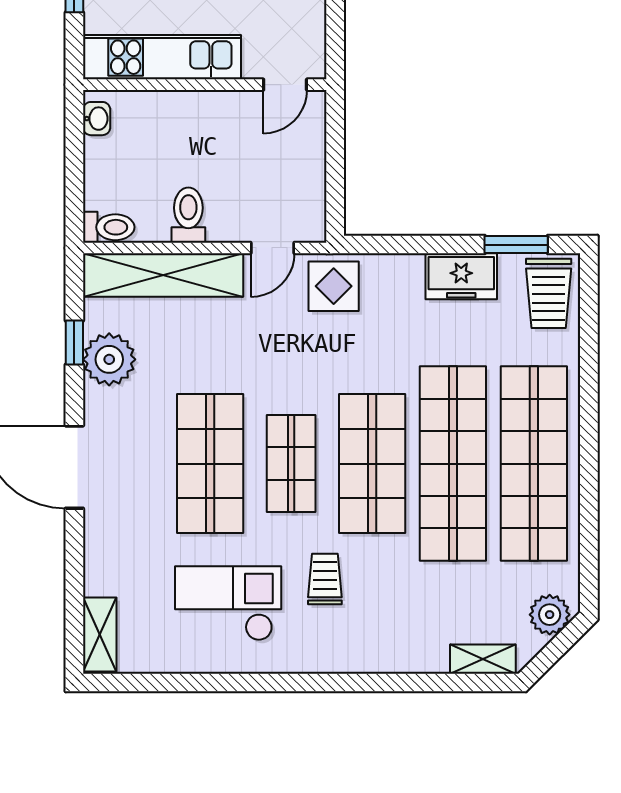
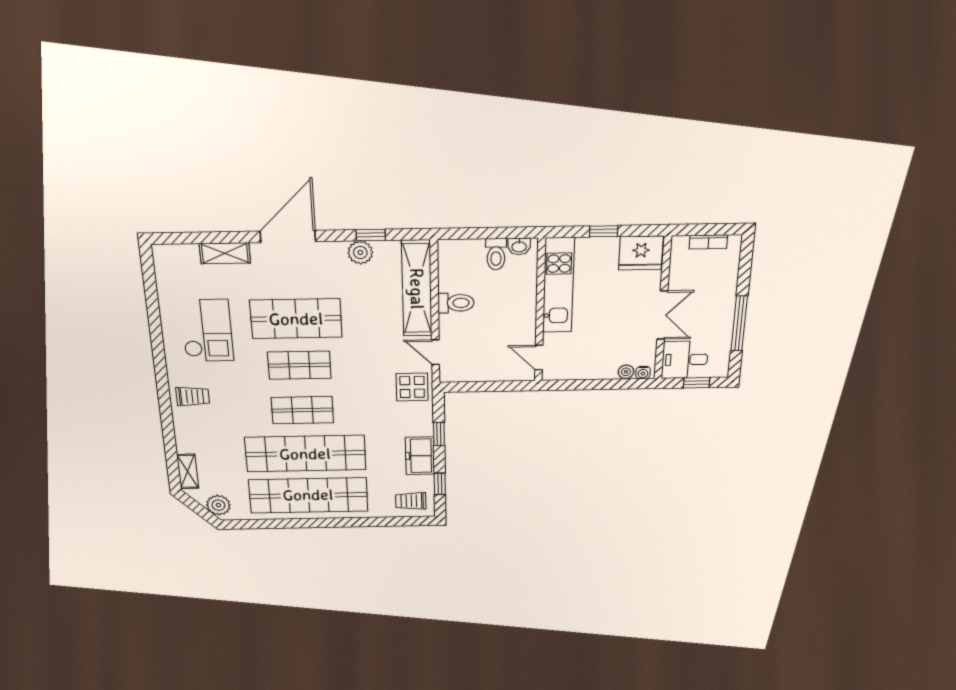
toilet: (109, 227) -> (496, 254), moved
window: (421, 245) -> (439, 434), added
window: (516, 245) -> (440, 484), width x0.67
trolley: (549, 293) -> (411, 501), width x0.73, depth x0.72
plant: (109, 359) -> (360, 253), width x0.73, depth x0.73
shop shelf: (372, 464) -> (302, 410), width x0.70, depth x0.74
trolley: (325, 579) -> (193, 396), moved
shelving: (100, 635) -> (225, 253), moved

